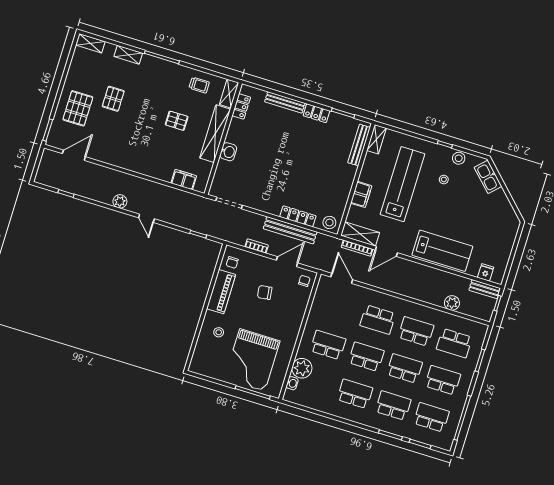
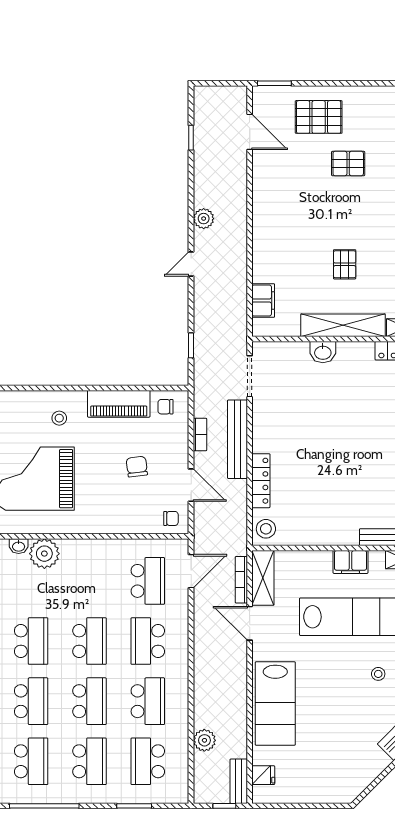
filing cabinet: (361, 194) -> (350, 562), moved
bench: (290, 230) -> (237, 439), moved
school desk: (328, 345) -> (148, 581), moved

